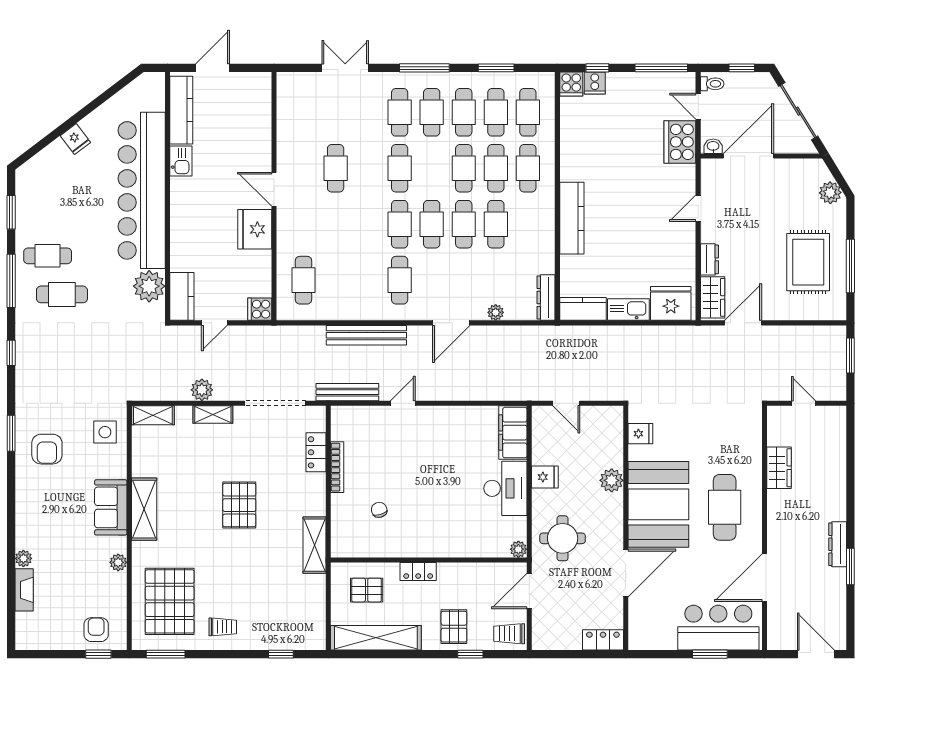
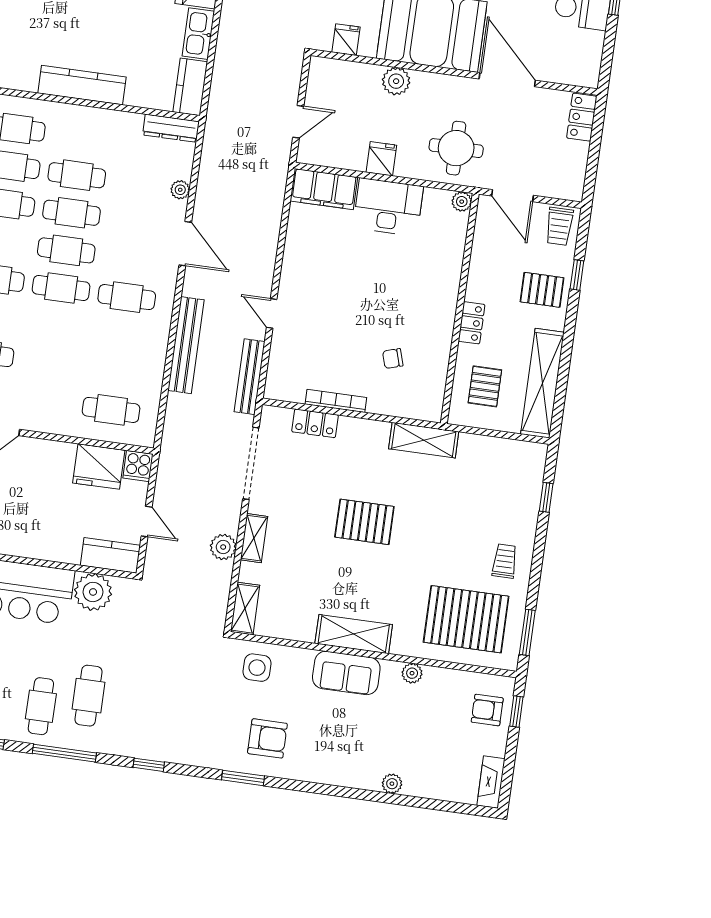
fridge: (255, 229) -> (99, 467), moved
fireplace: (24, 590) -> (491, 782), moved, turned -90

